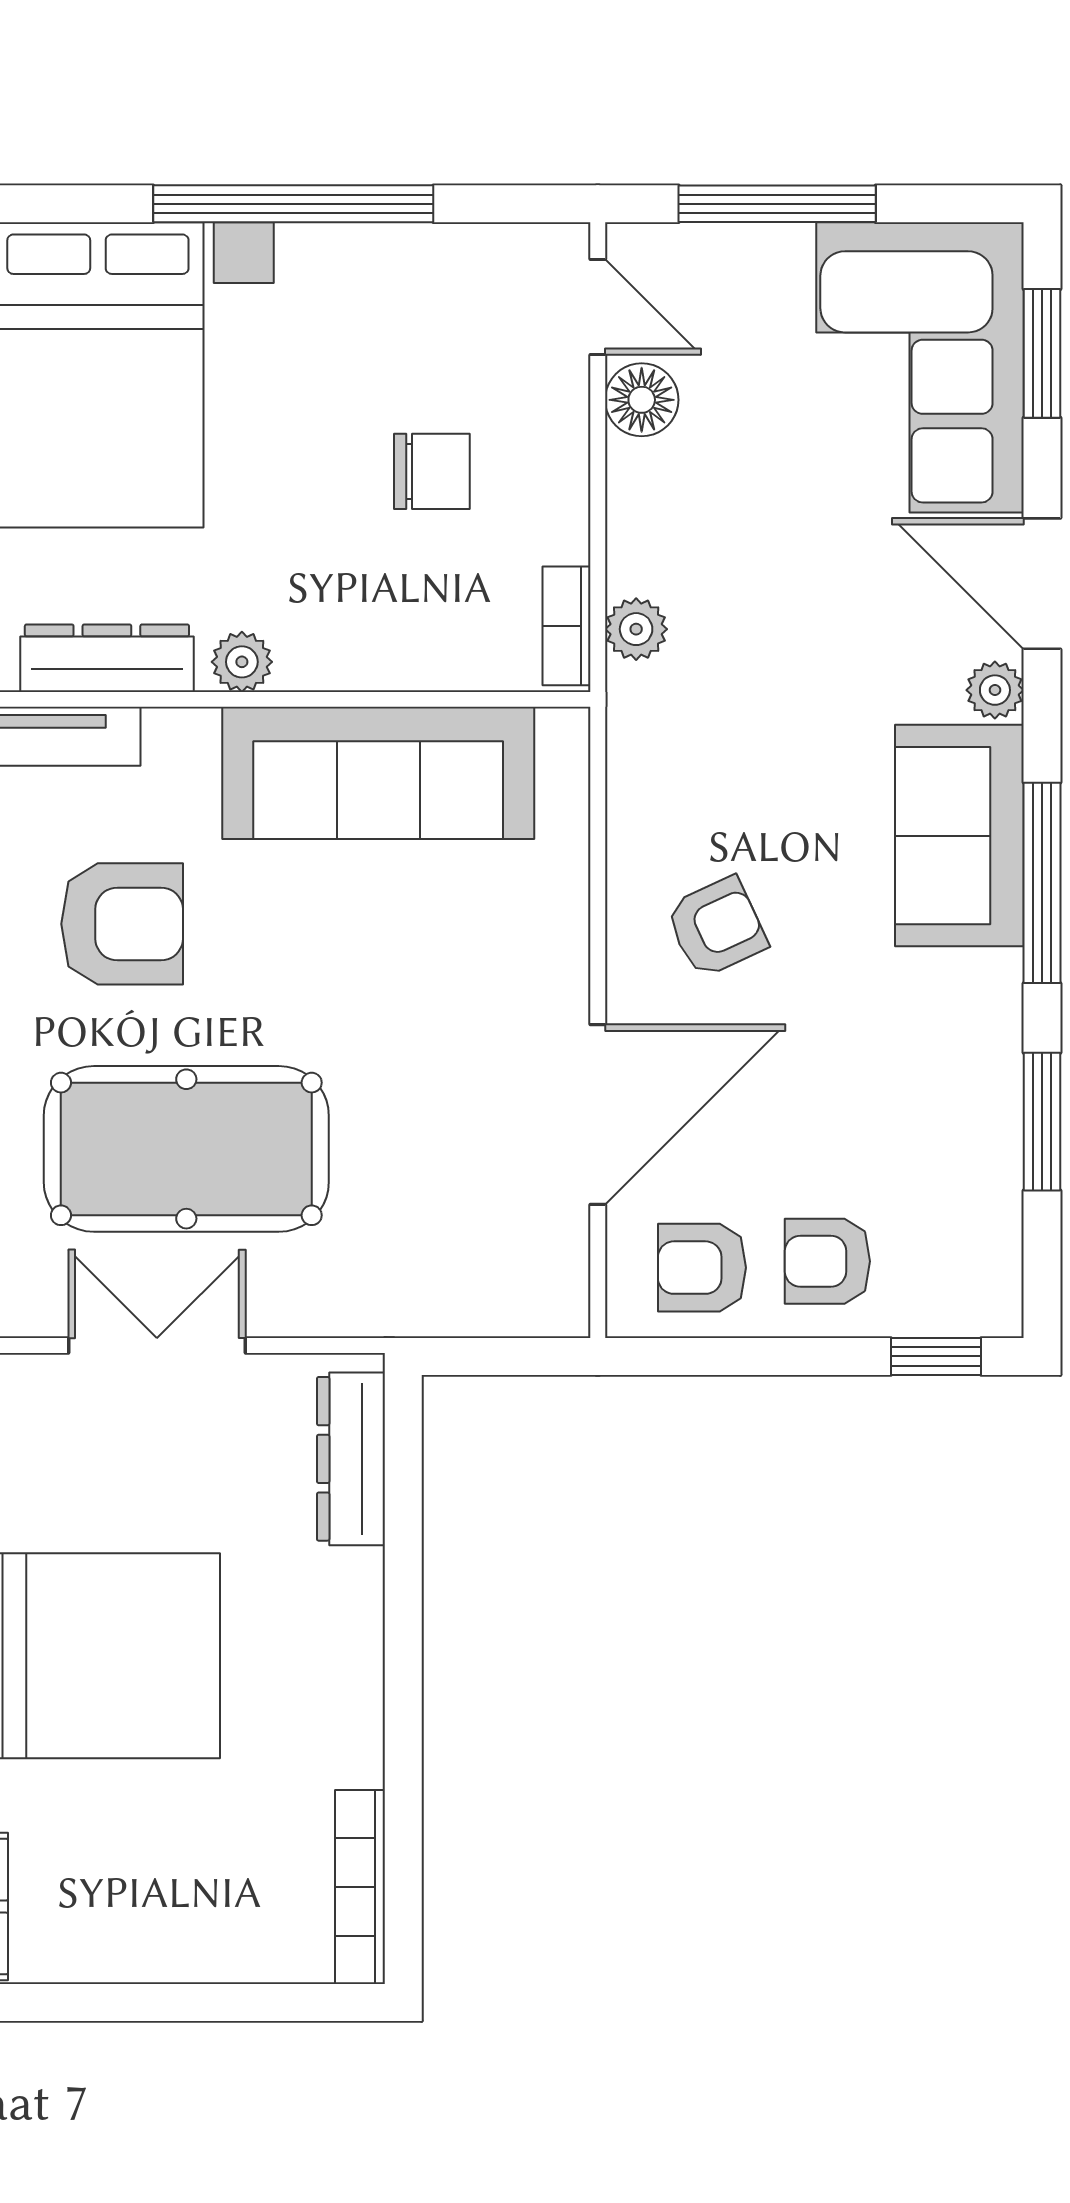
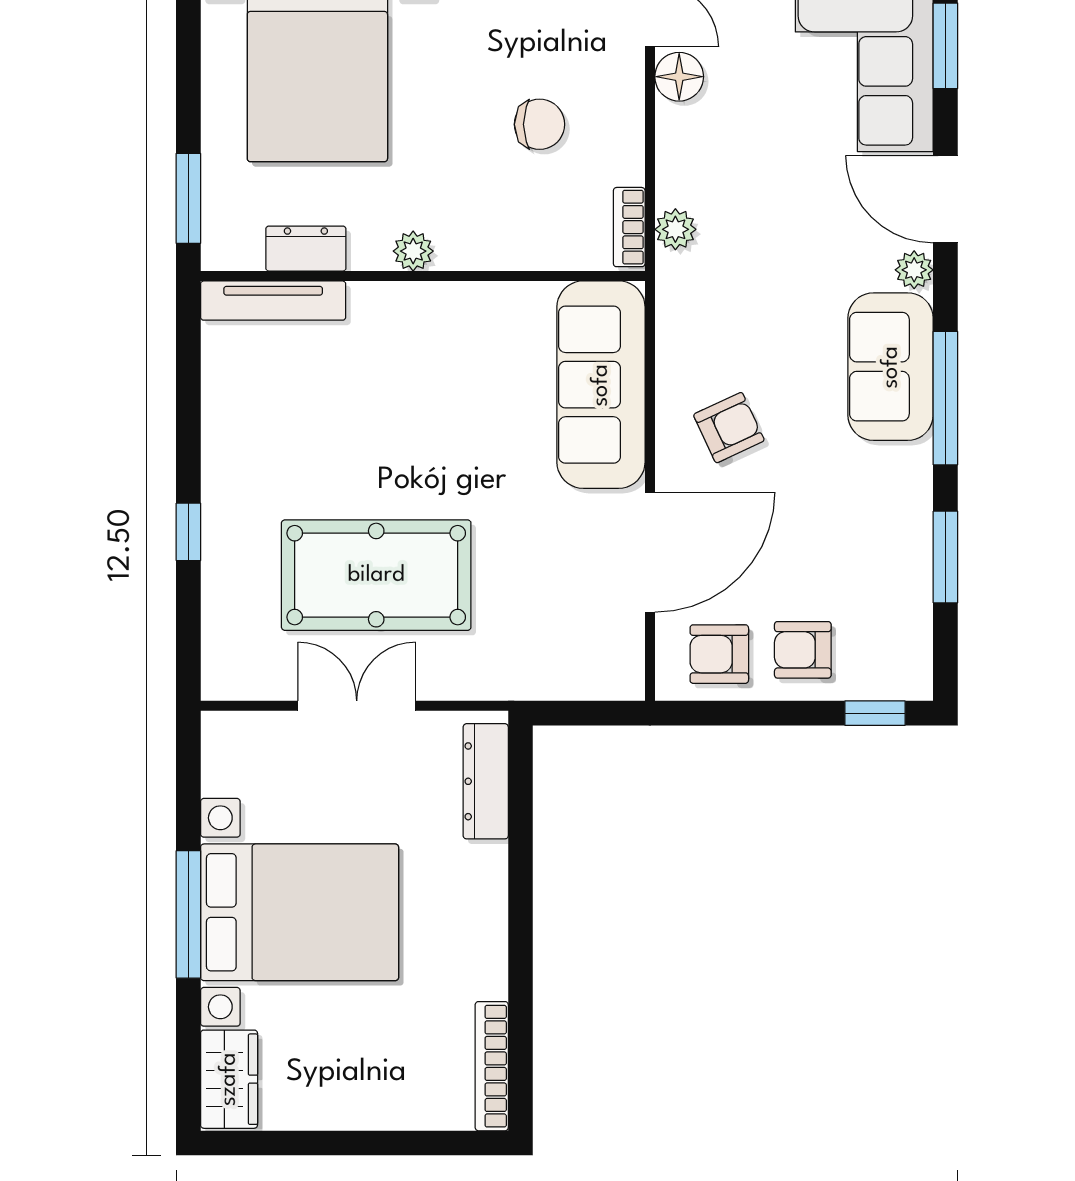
dresser: (107, 658) -> (306, 249), width x0.70
sofa: (378, 773) -> (601, 385), moved, turned 90
armchair: (122, 924) -> (334, 425), removed

